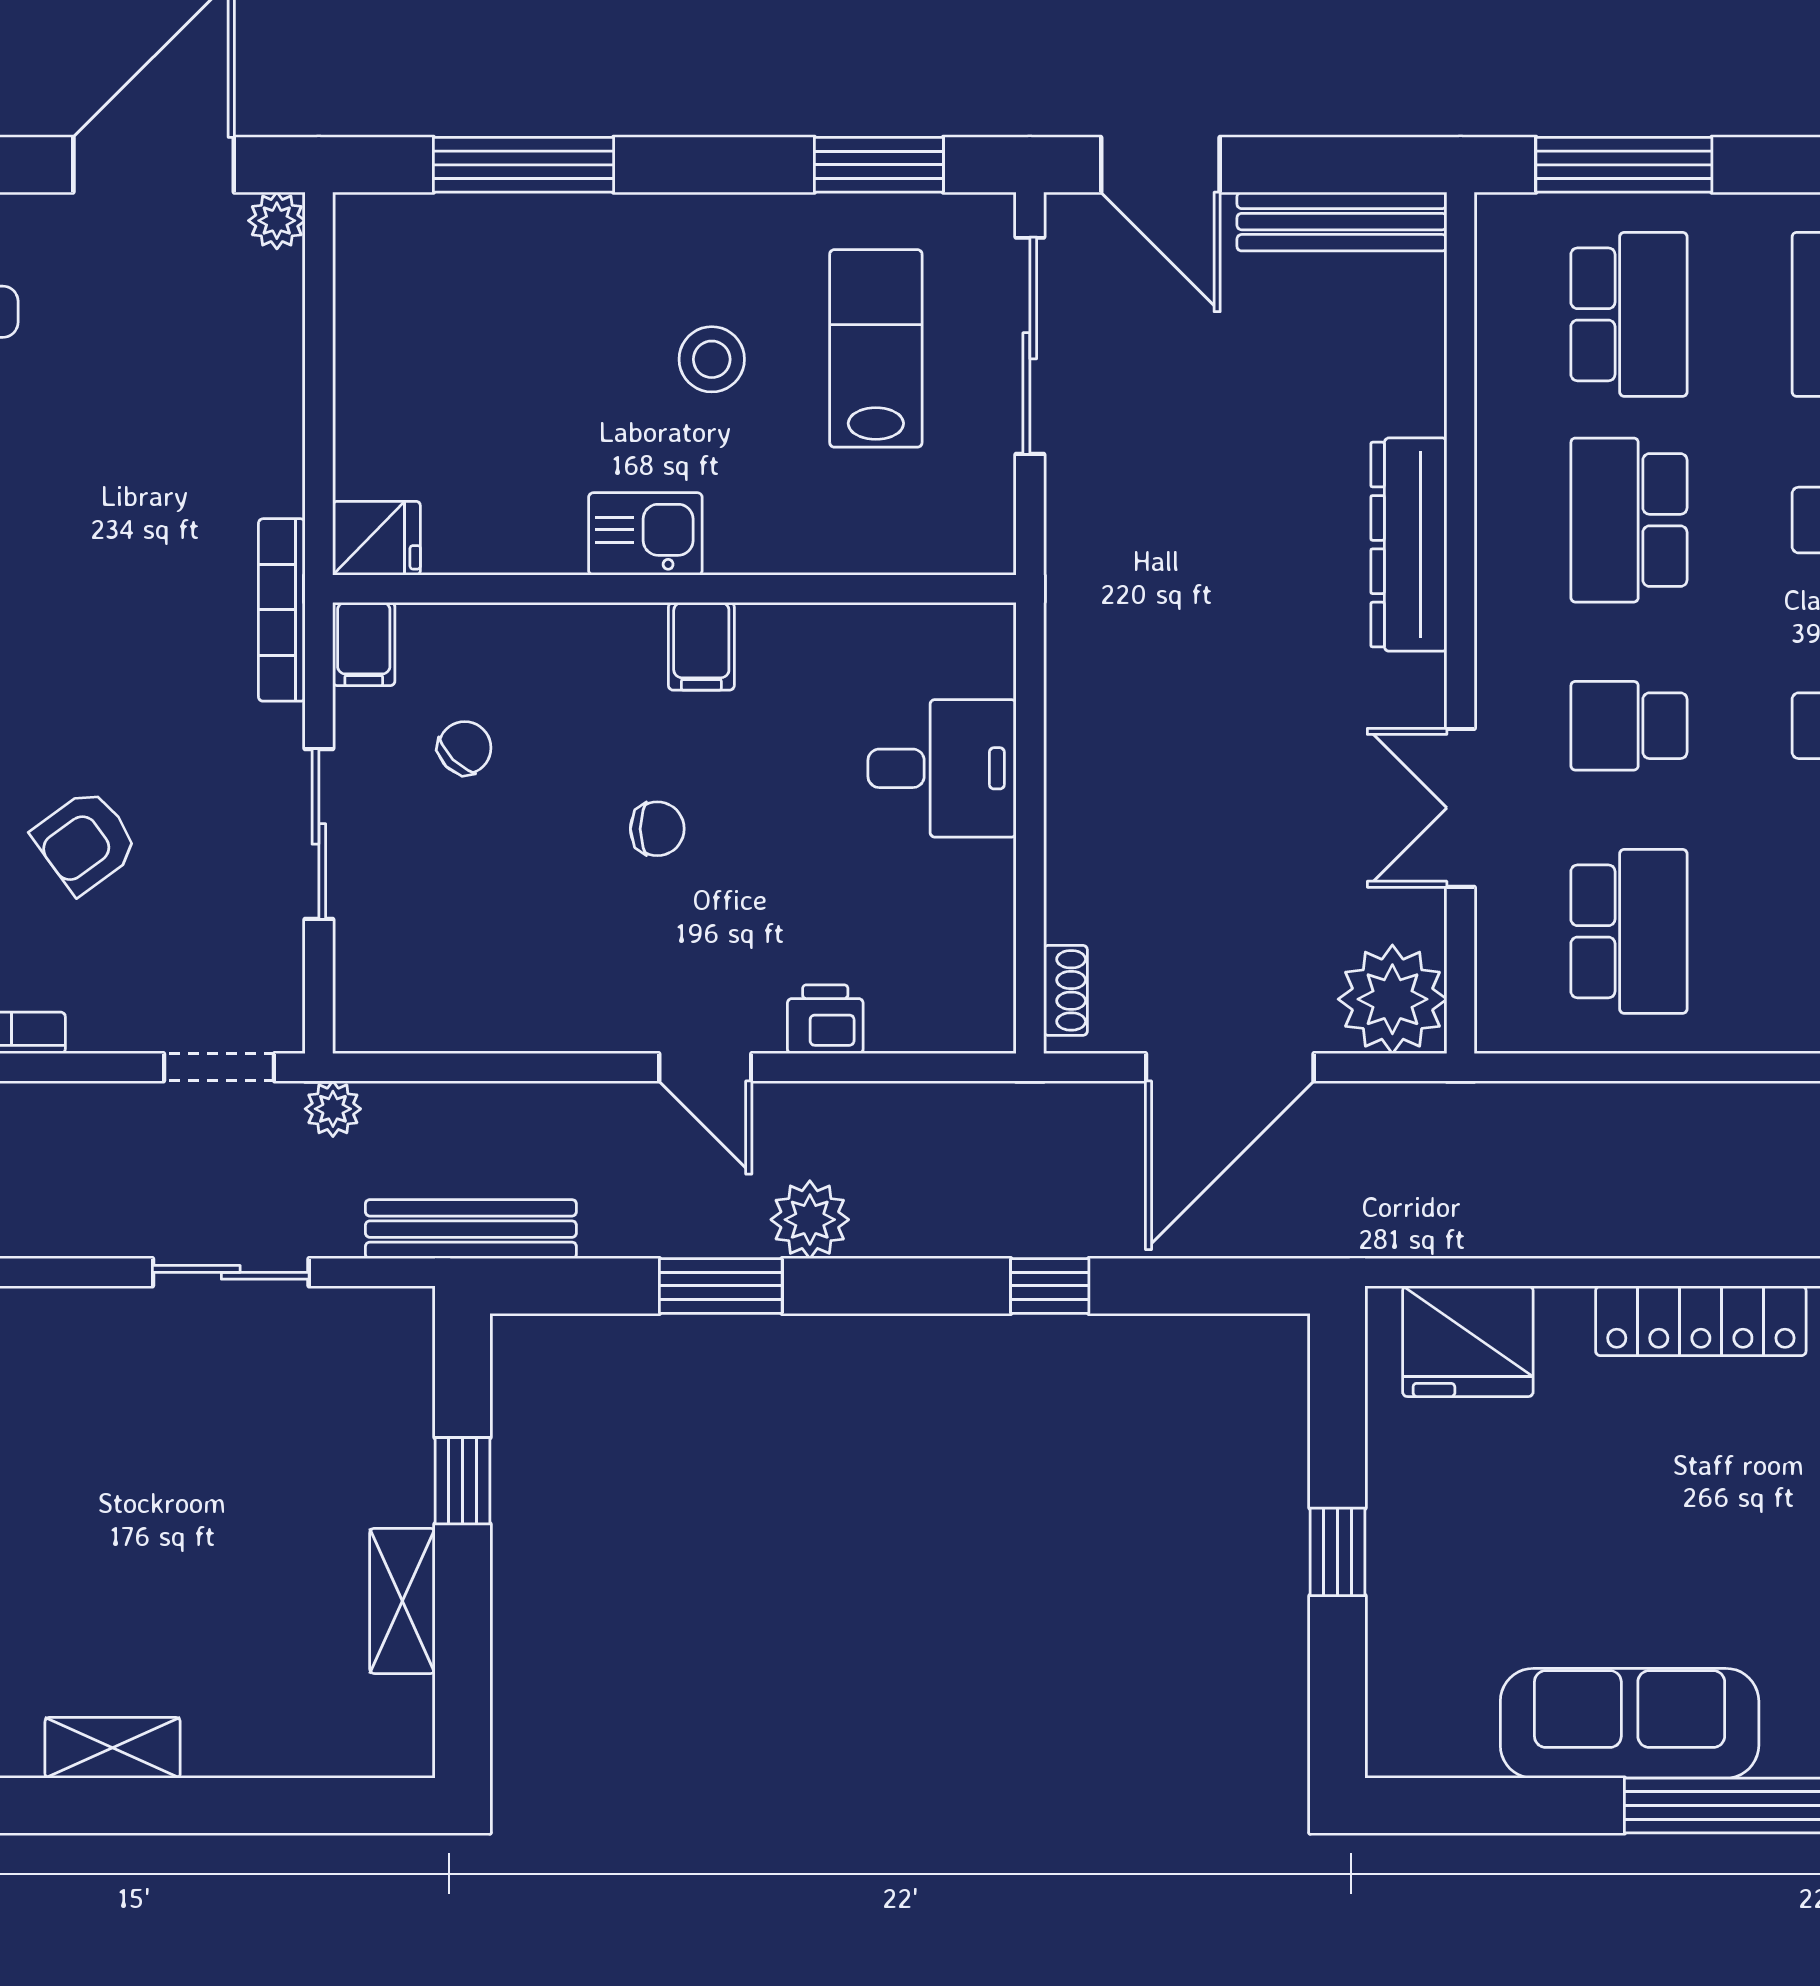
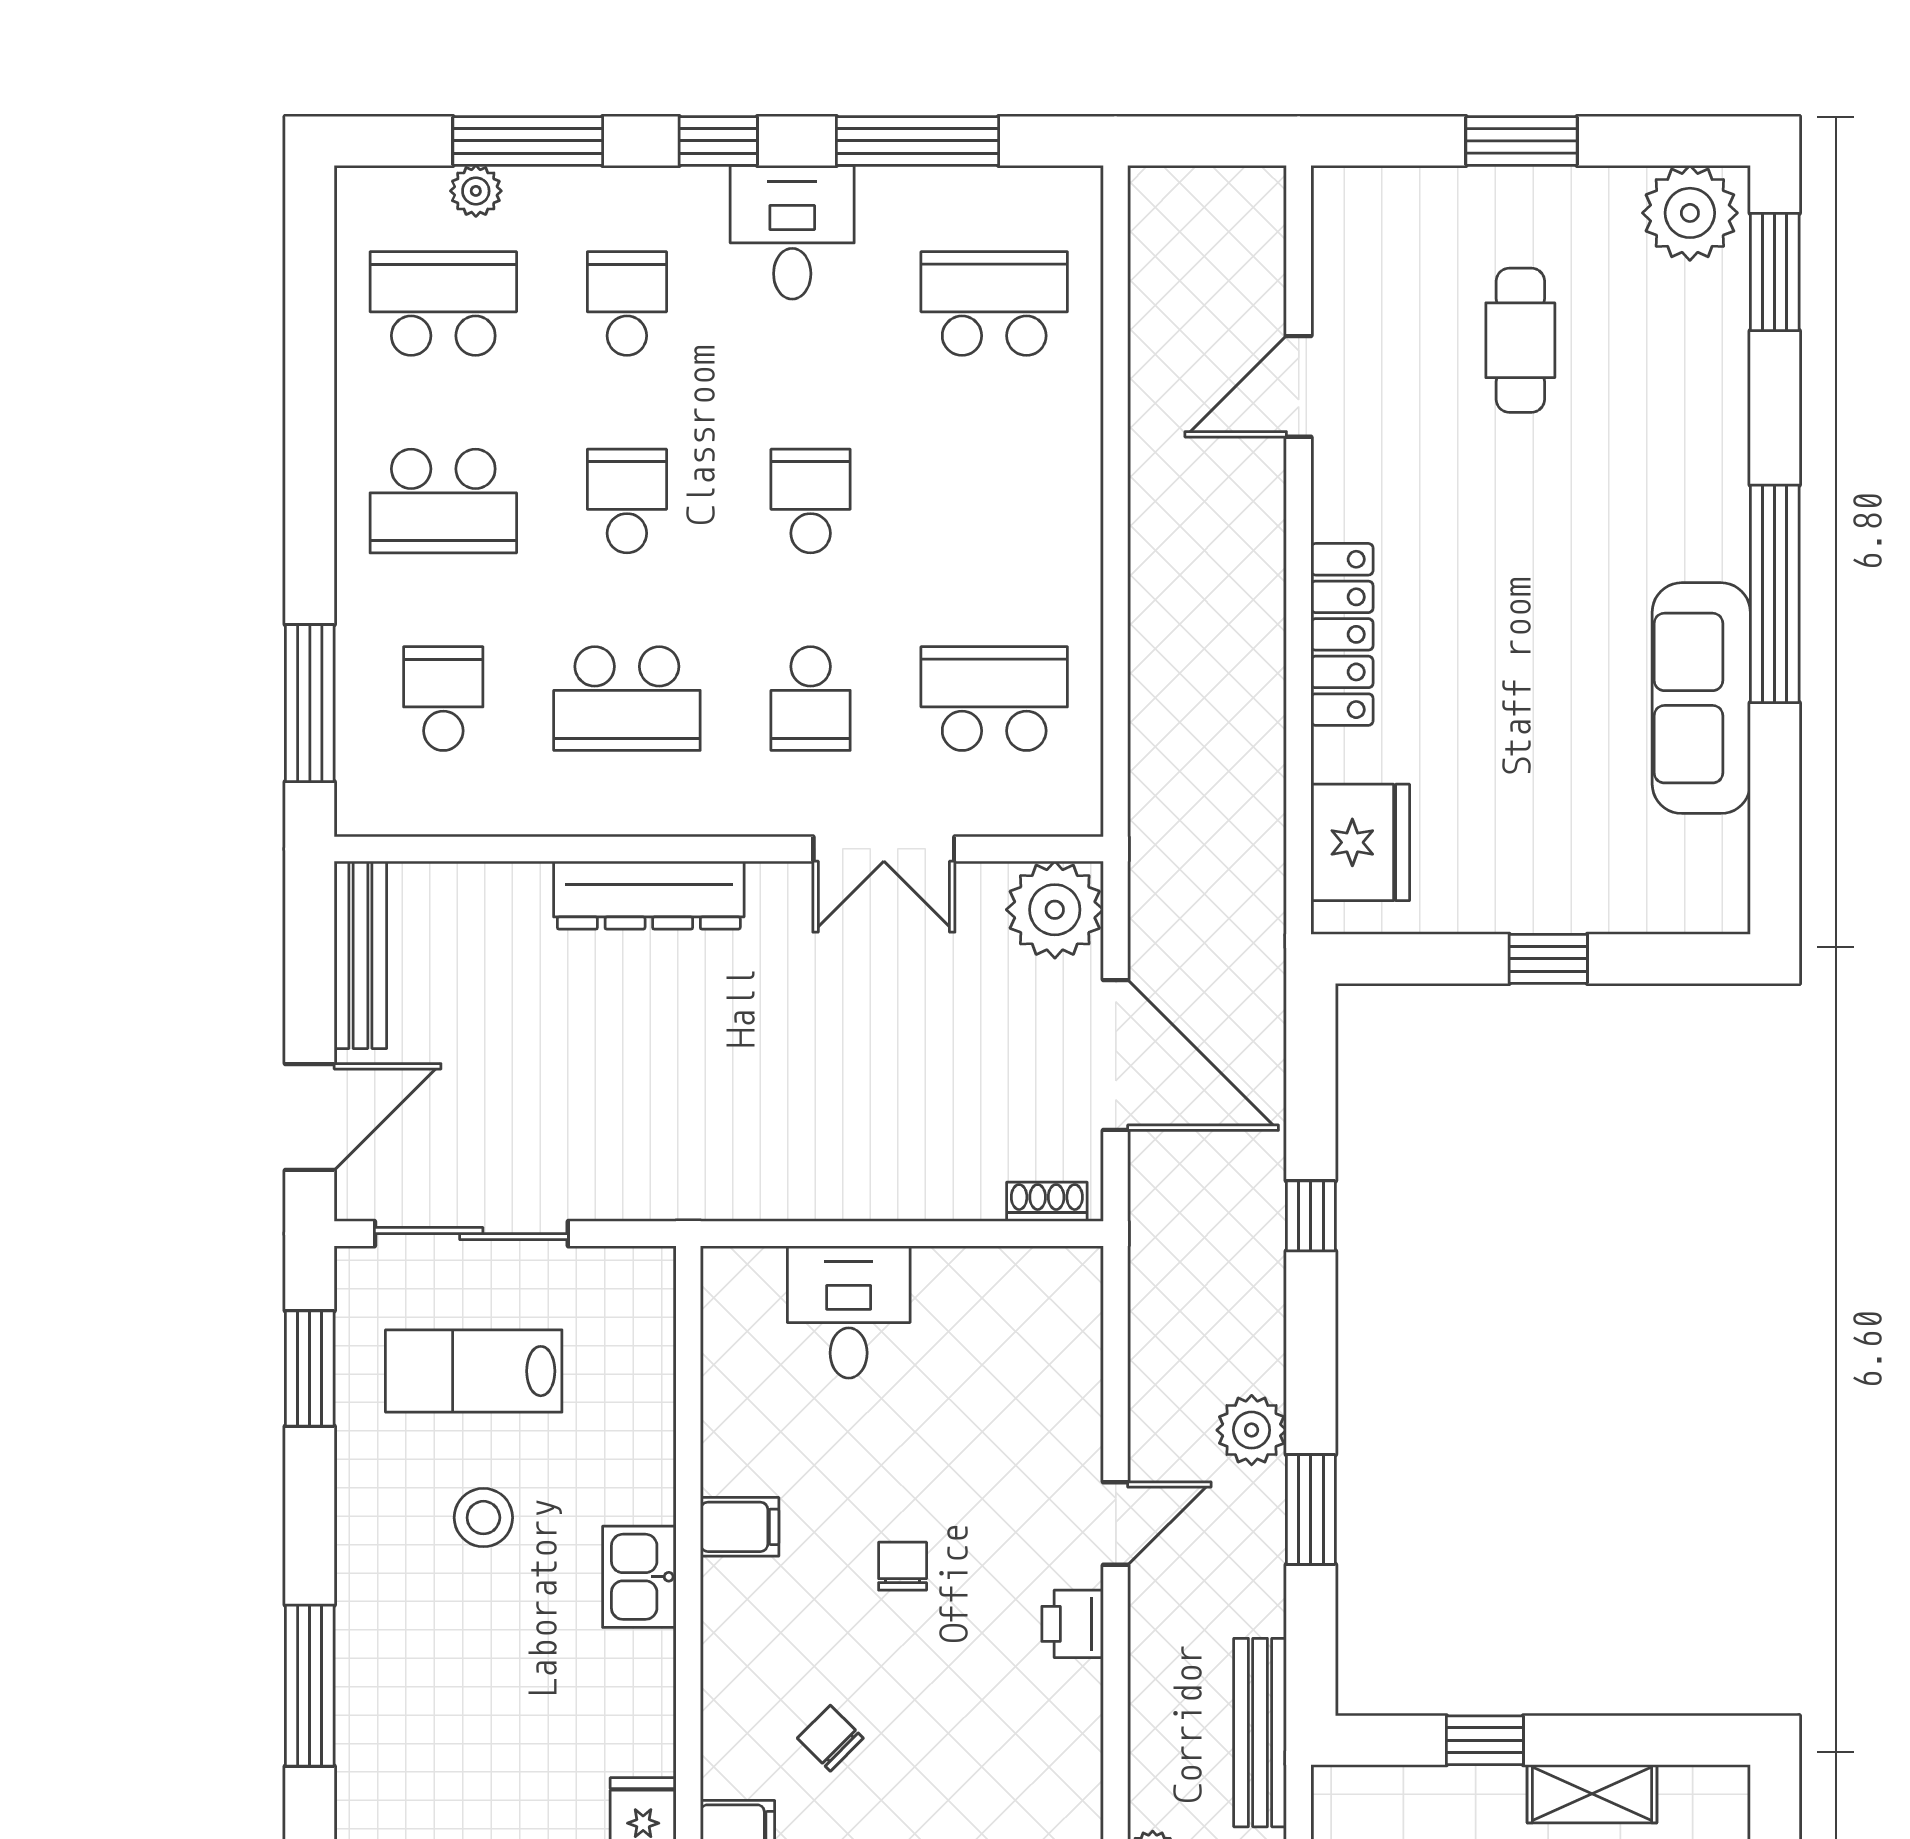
school desk: (1629, 314) -> (443, 699), width x0.54
printer: (825, 1019) -> (1073, 1624), moved

